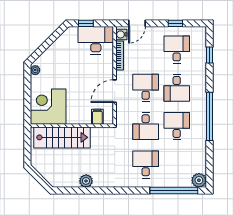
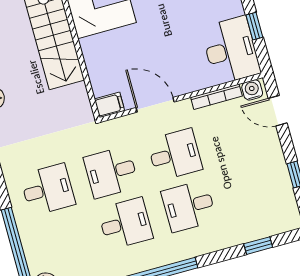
desk: (177, 50) -> (252, 189), removed
filing cabinet: (97, 117) -> (109, 105), moved

